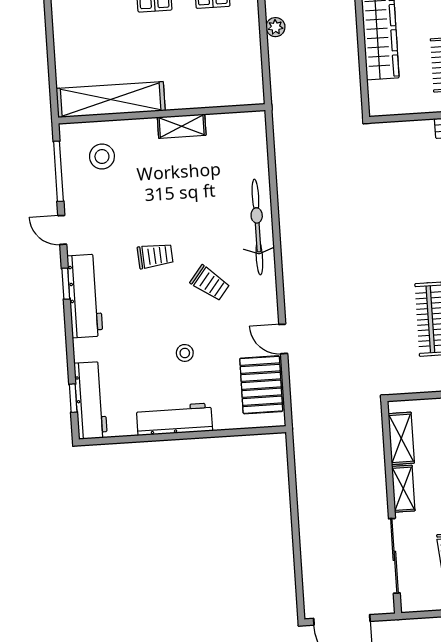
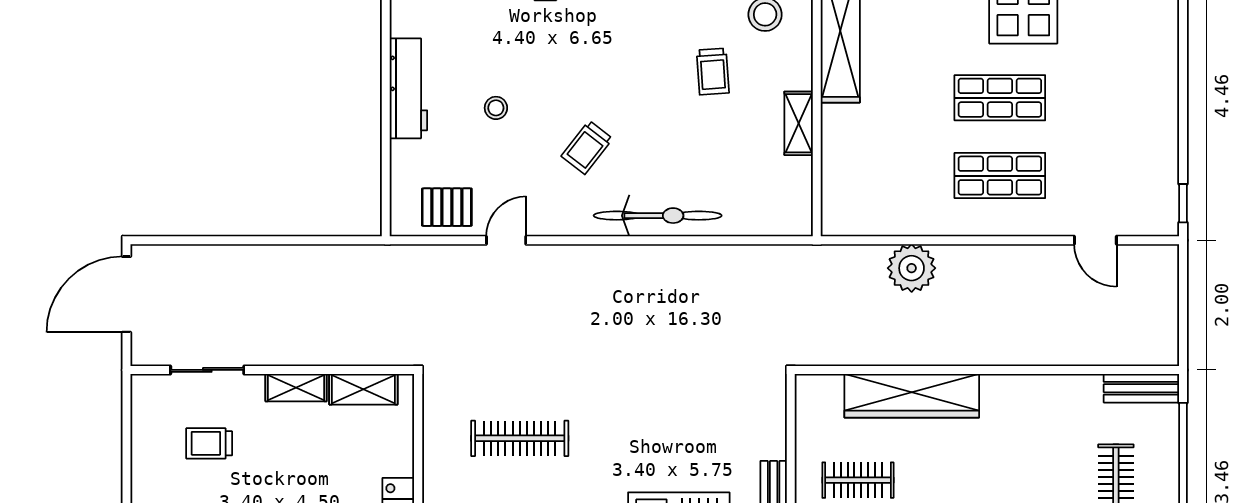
plant: (275, 27) -> (912, 268), width x1.87, depth x1.87
trolley: (155, 256) -> (713, 71), moved
pallet: (261, 385) -> (447, 207), width x0.67, depth x0.71
sliding door: (394, 556) -> (207, 370), width x0.73

